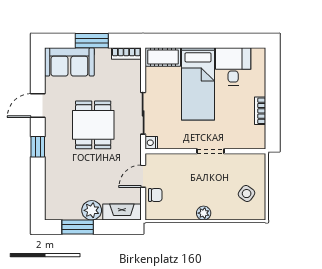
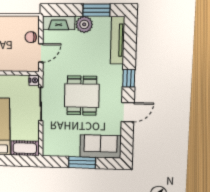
bookcase: (126, 53) -> (54, 152), removed
tv unit: (52, 192) -> (117, 40), added

